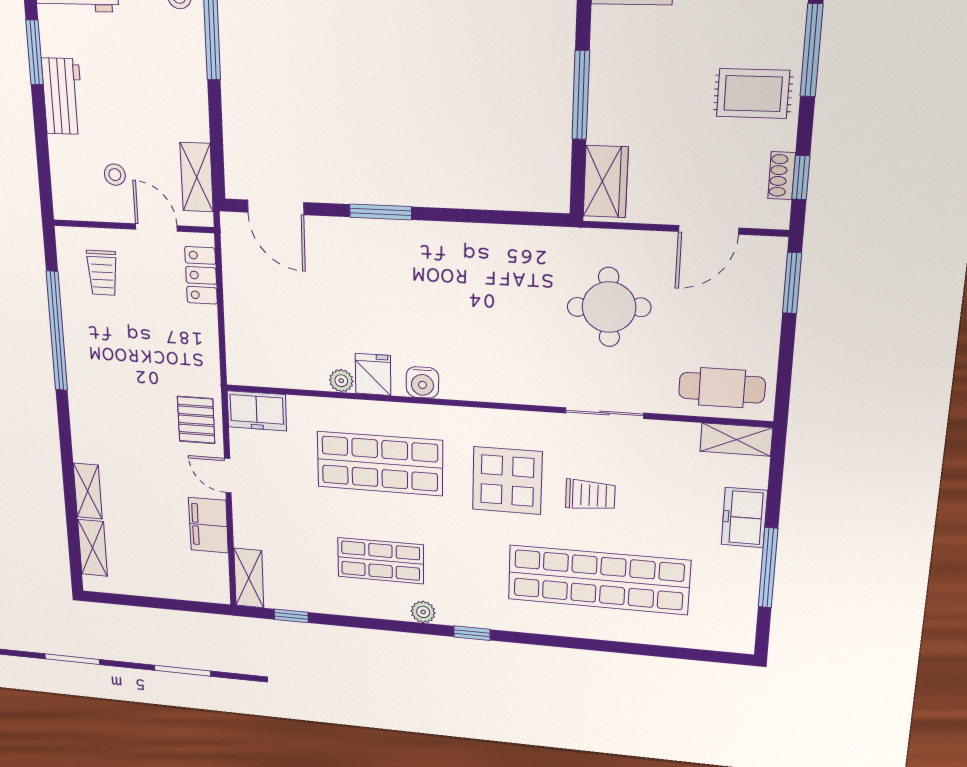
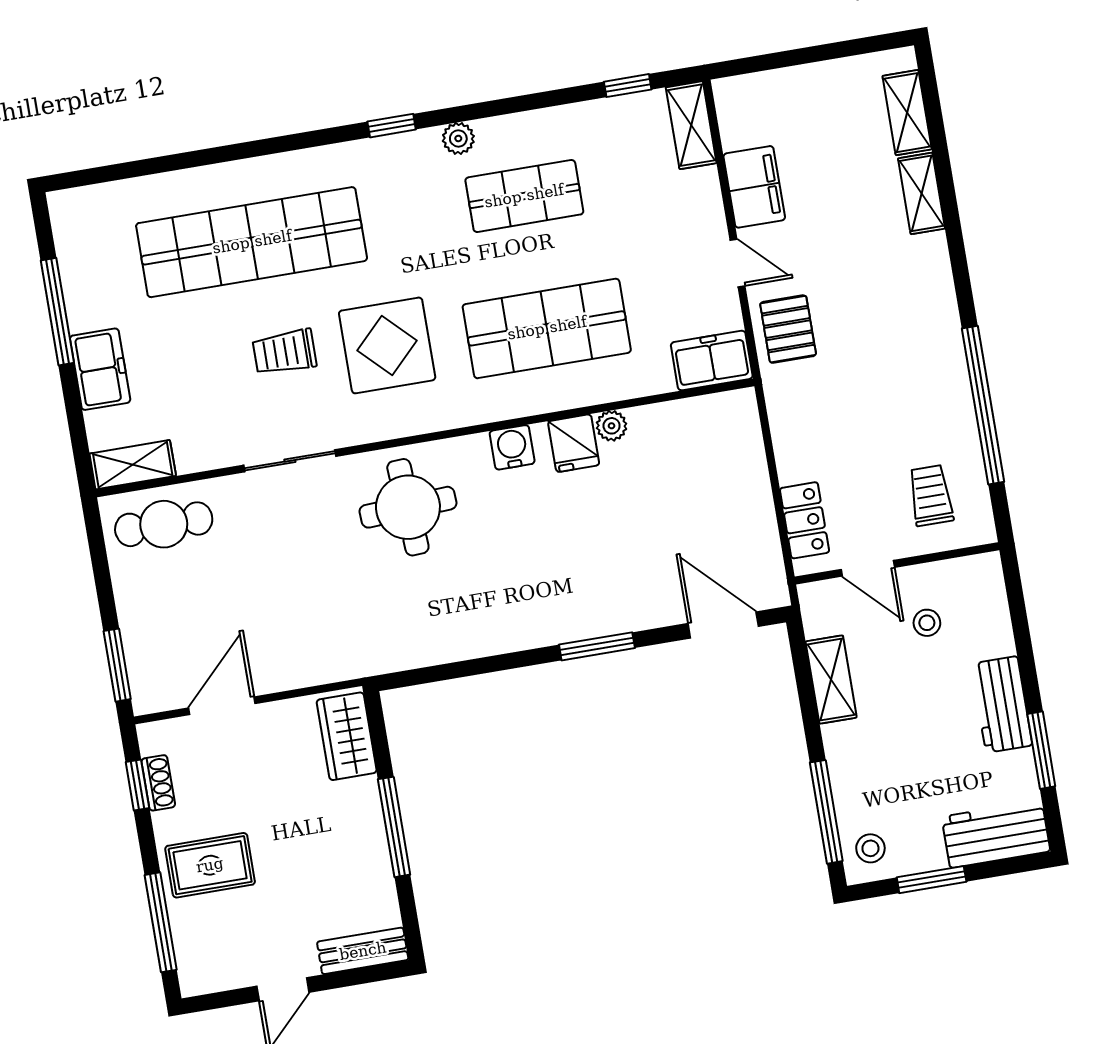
shelving: (197, 177) -> (831, 680), moved
round table: (609, 307) -> (408, 507), moved

